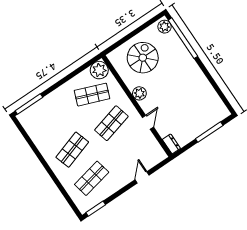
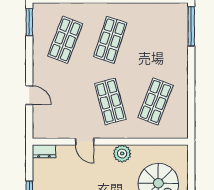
plant: (99, 70) -> (177, 127), removed
shop shelf: (72, 150) -> (110, 40), turned 36
shop shelf: (92, 178) -> (65, 40), turned 33

